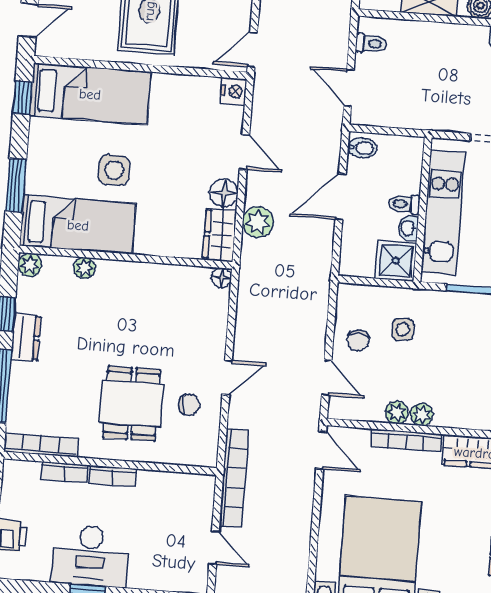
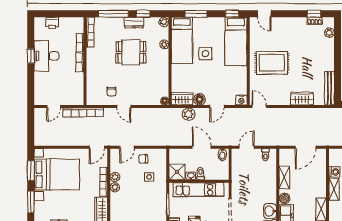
dining table: (132, 404) -> (131, 52), moved

